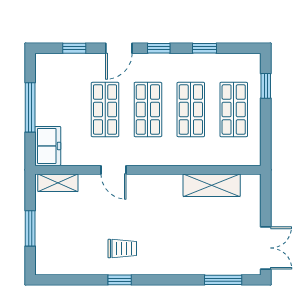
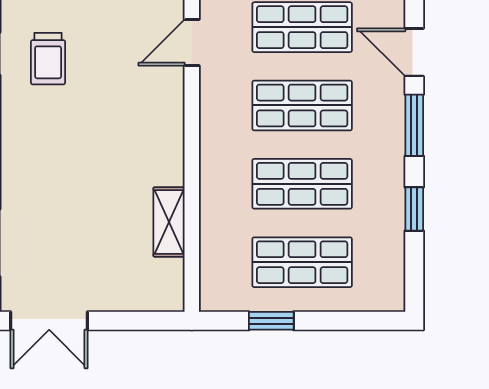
window: (159, 48) -> (414, 125), width x1.50
window: (266, 86) -> (271, 321), moved
shelving: (212, 185) -> (169, 222), width x0.67, depth x0.75

